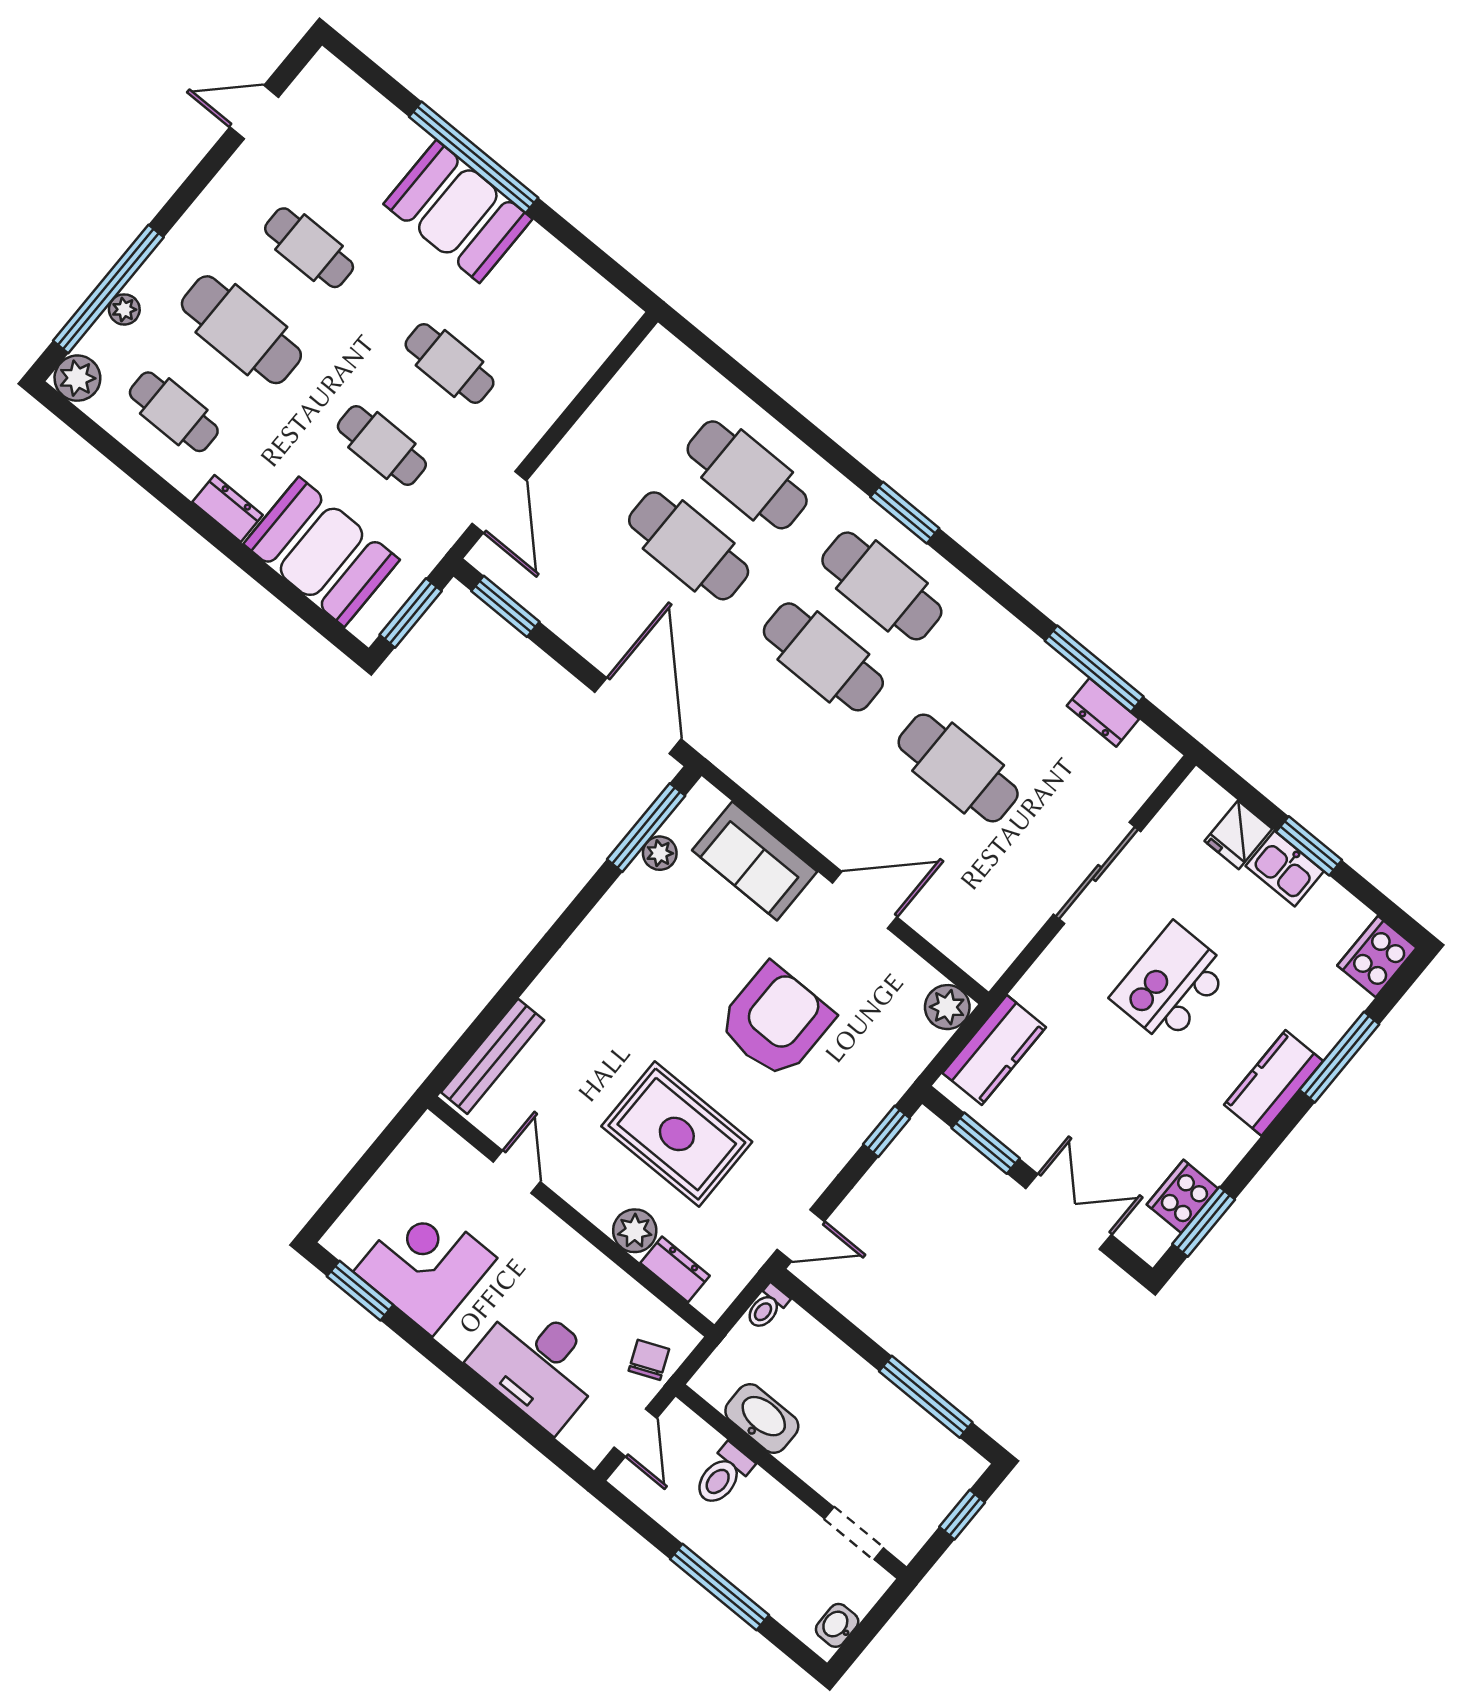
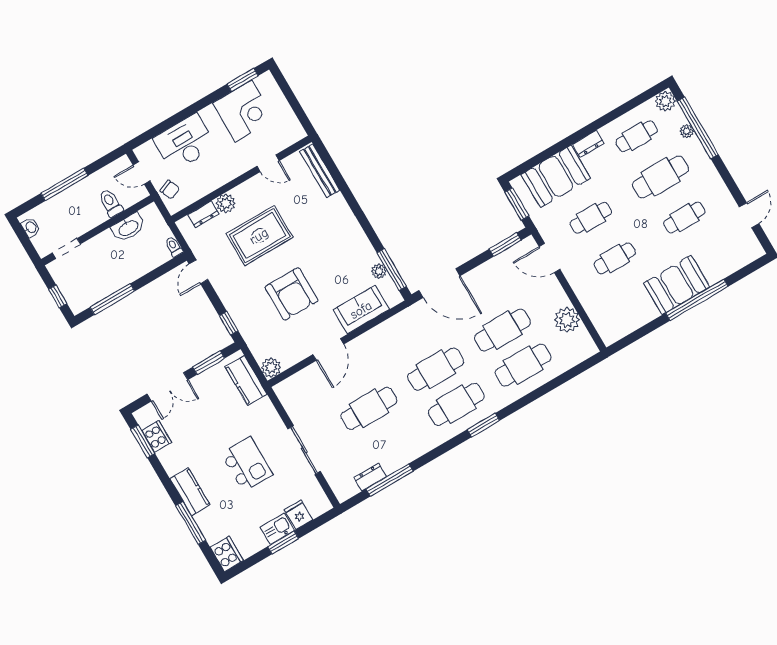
plant: (617, 417) -> (567, 320), added

